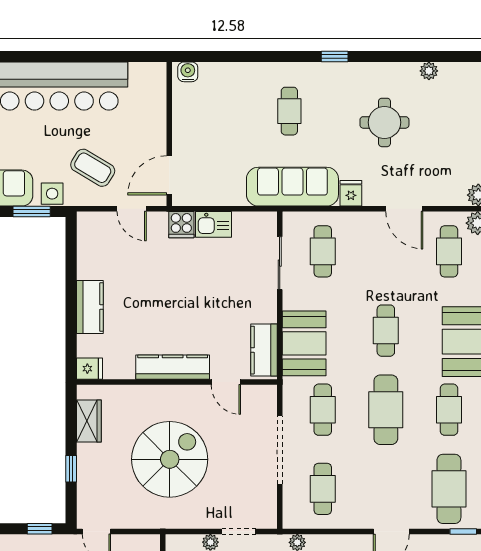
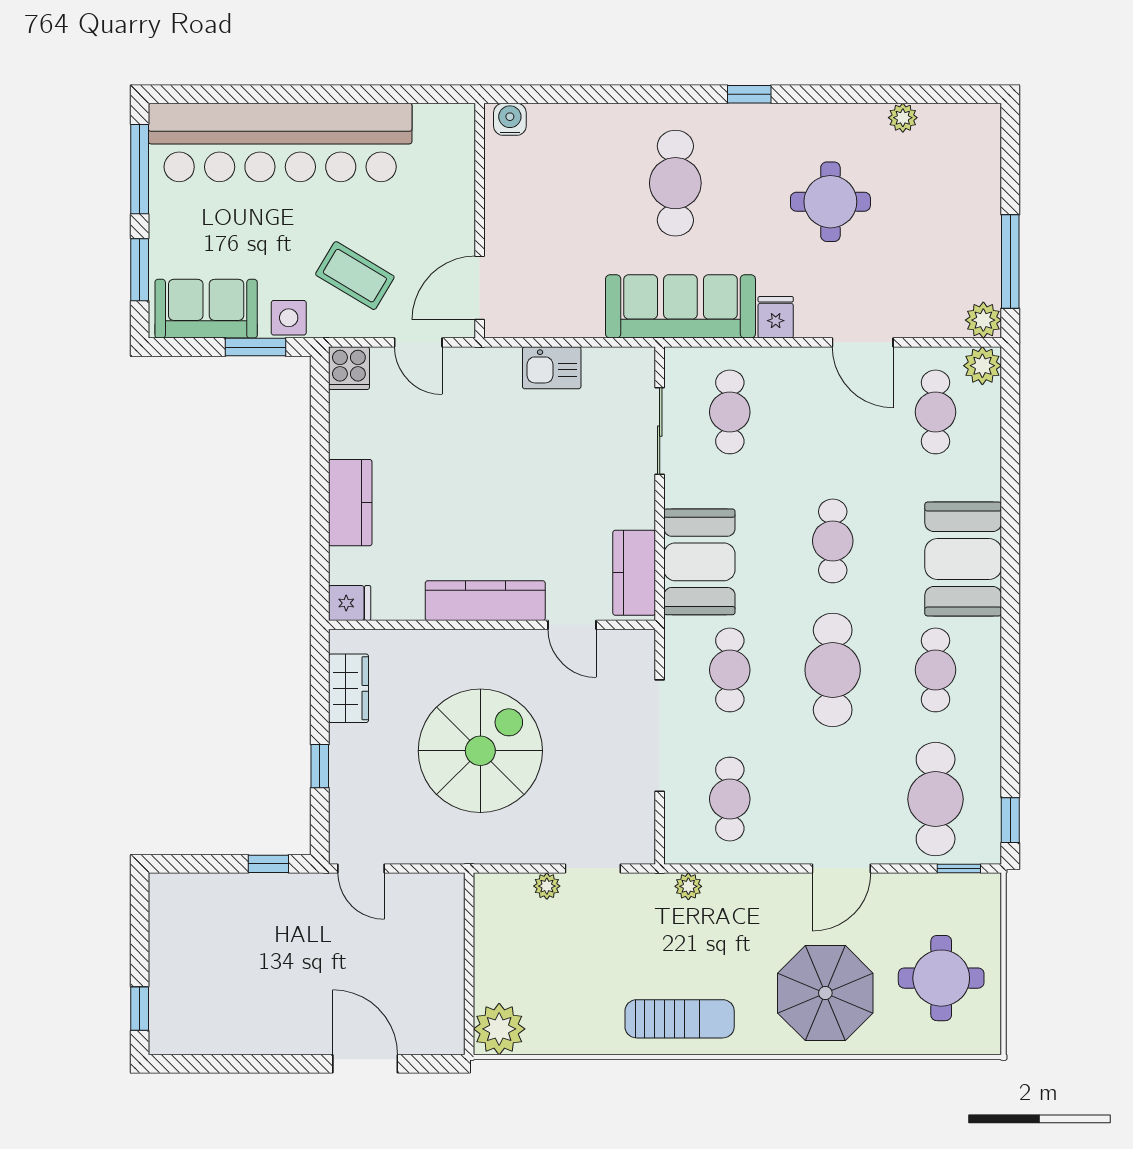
cafe table: (289, 111) -> (675, 183), width x1.37, depth x1.35
cooker: (181, 225) -> (349, 368), moved

